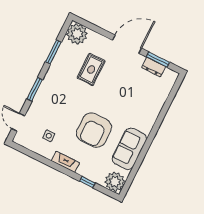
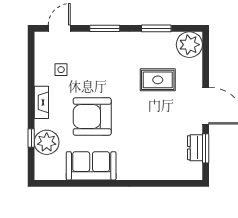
plant: (115, 182) -> (47, 142), moved

